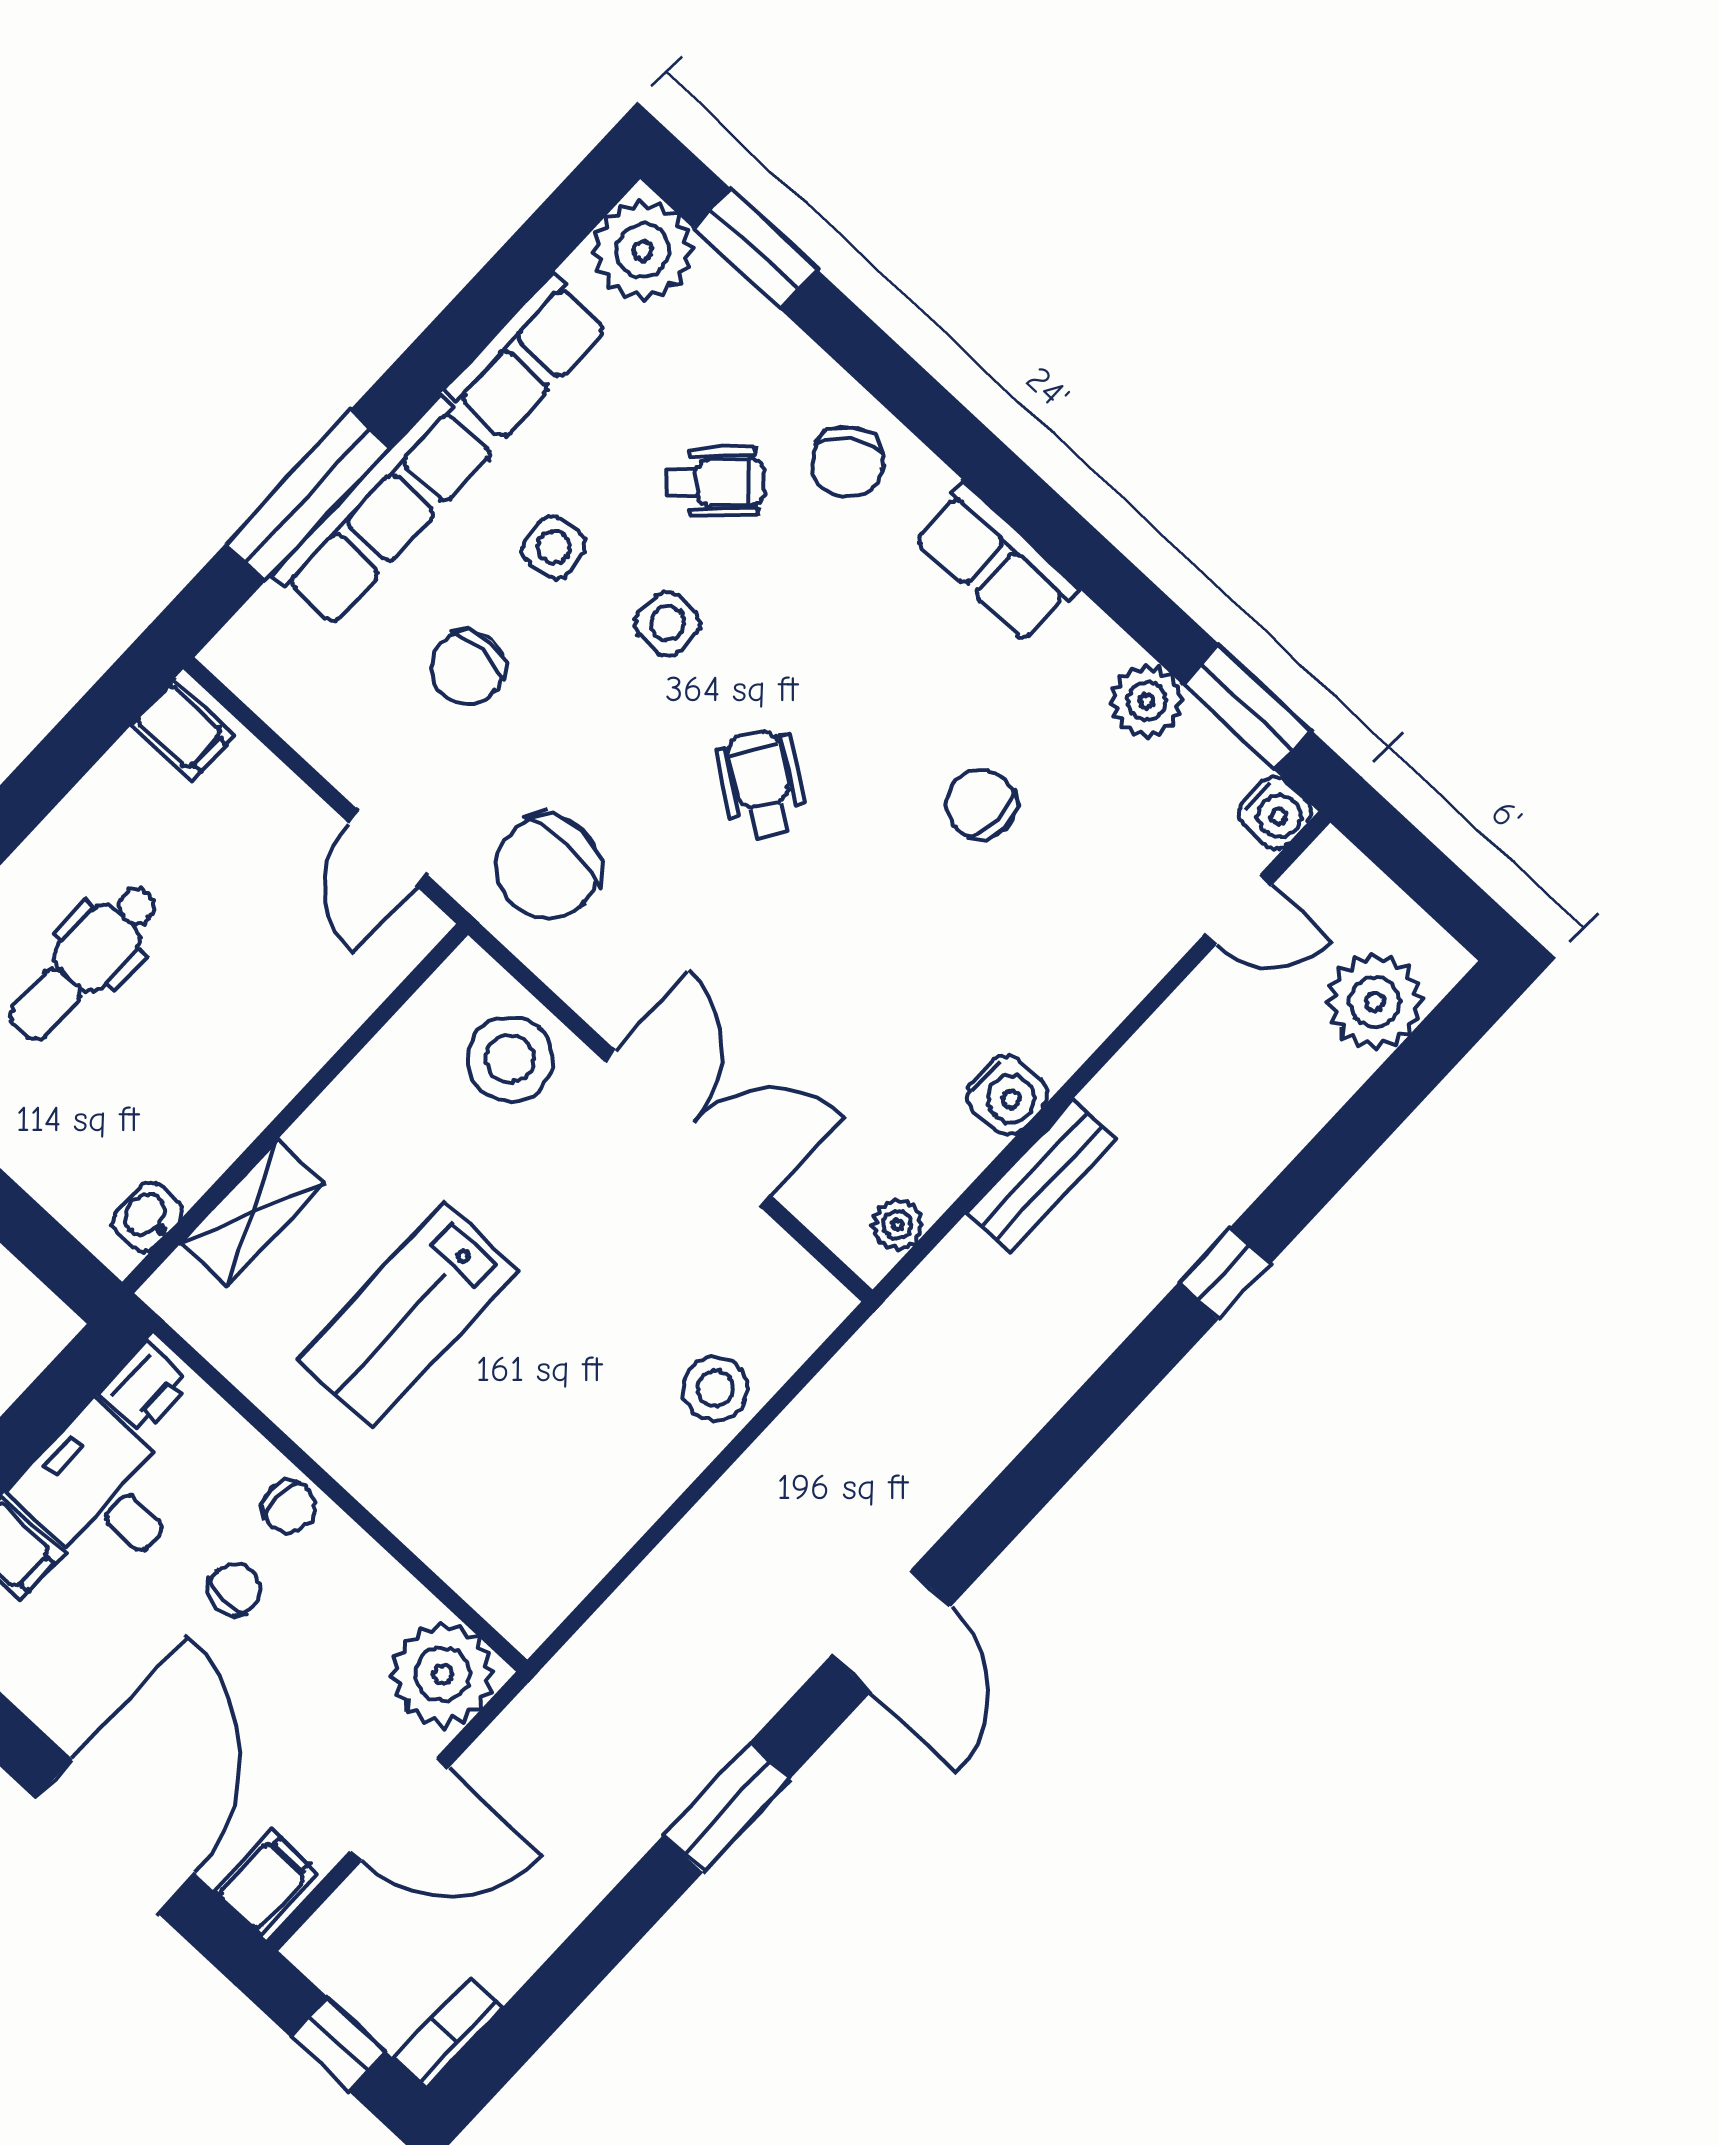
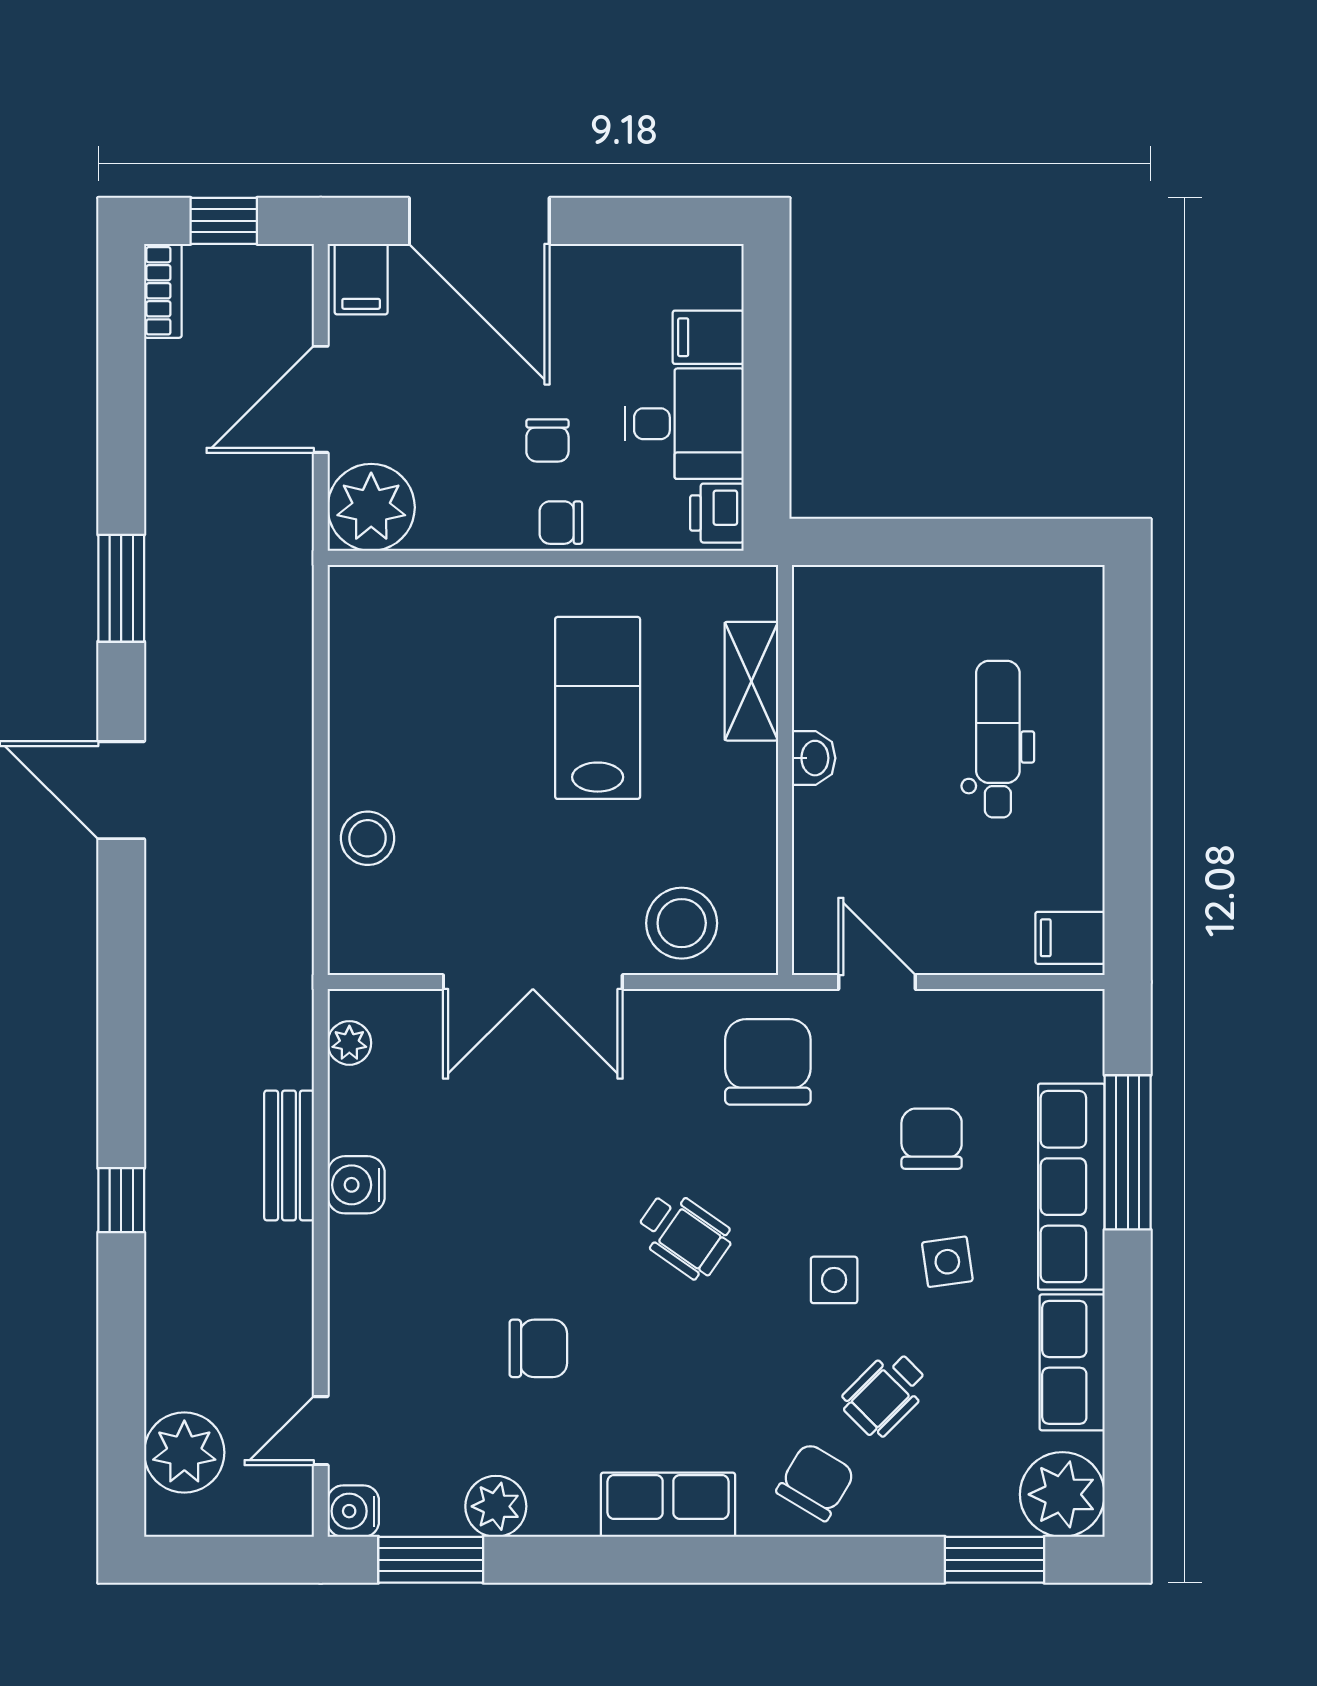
chair: (848, 462) -> (816, 1482), turned 67
washbasin: (147, 1217) -> (814, 758), moved

